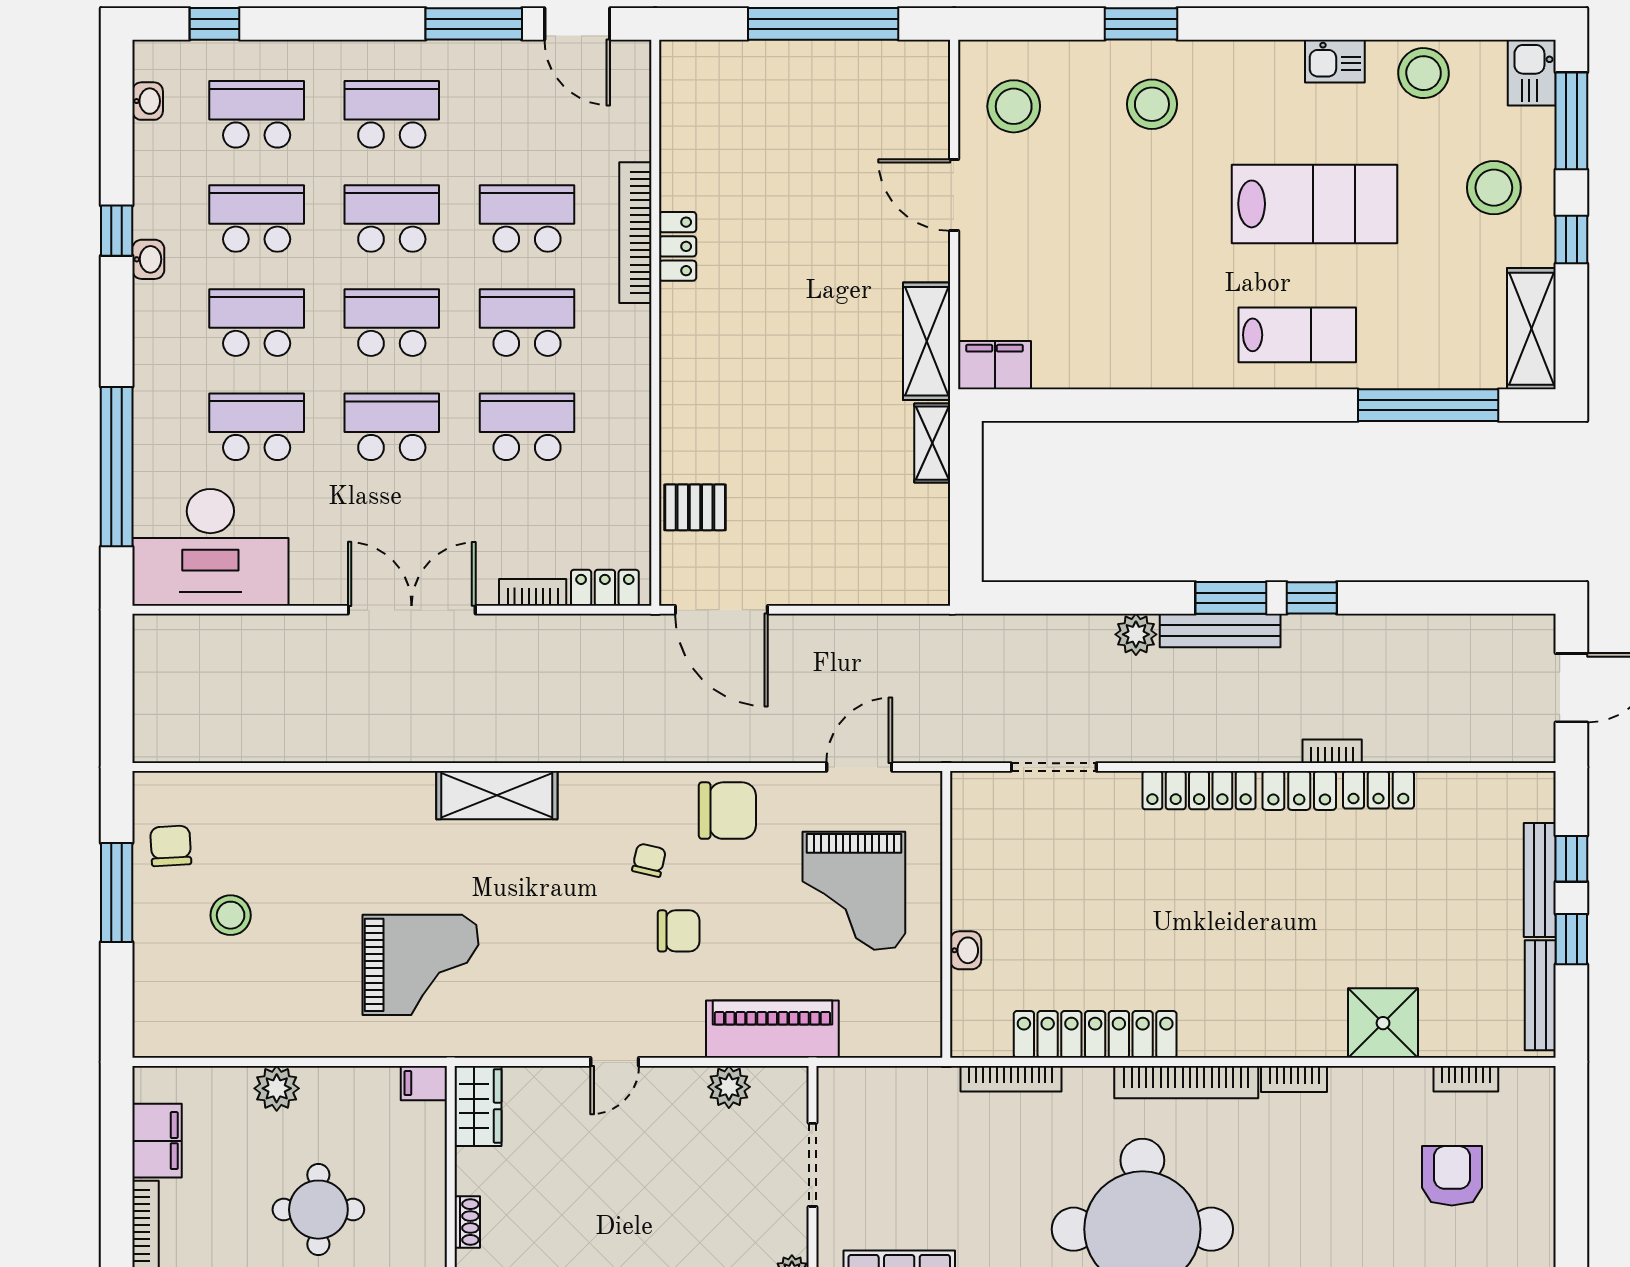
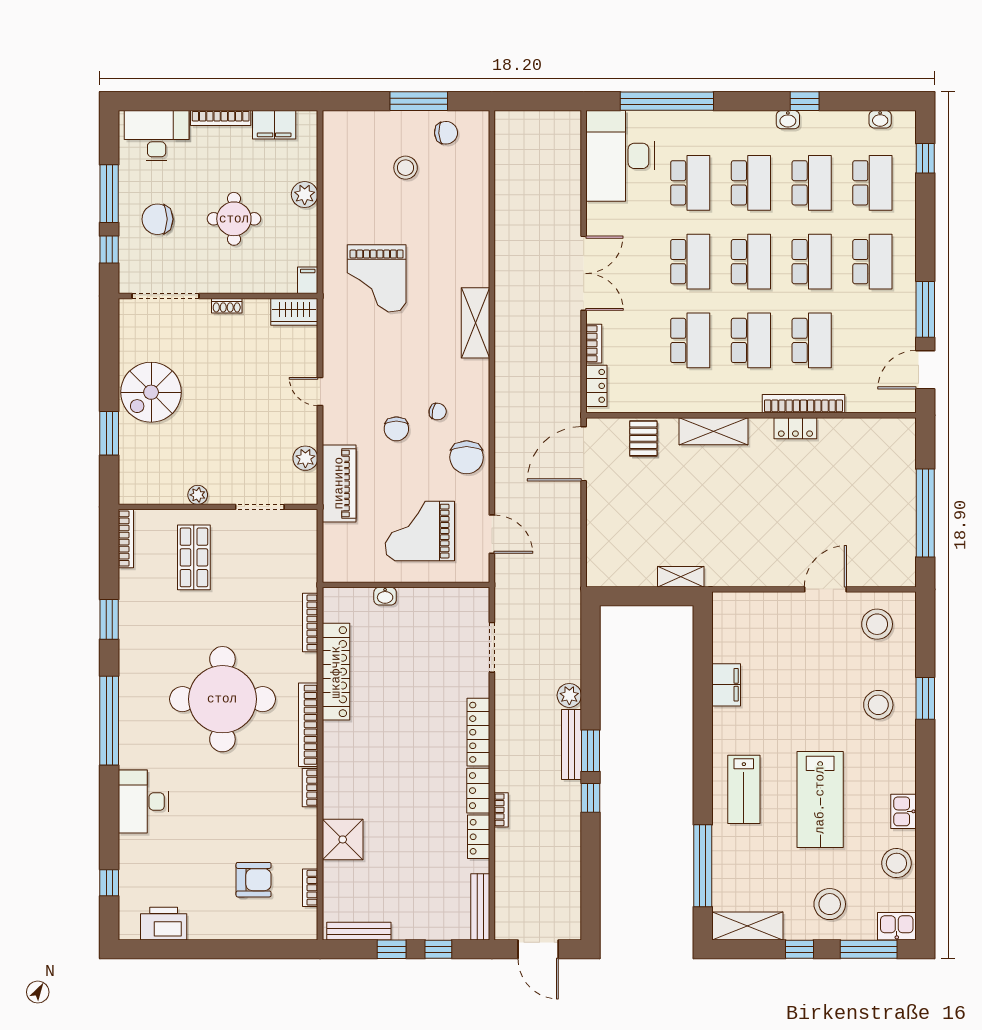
shelving: (927, 341) -> (714, 431), moved
filing cabinet: (995, 365) -> (726, 685), moved
bench: (1540, 880) -> (480, 907), moved, turned 90

